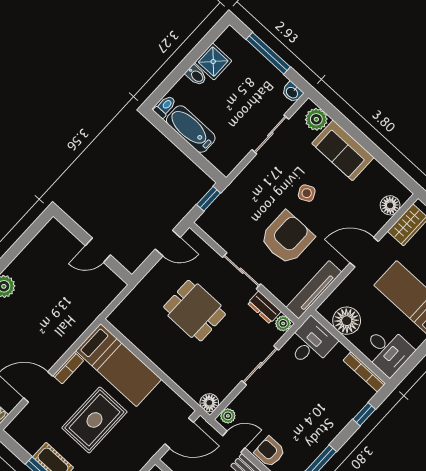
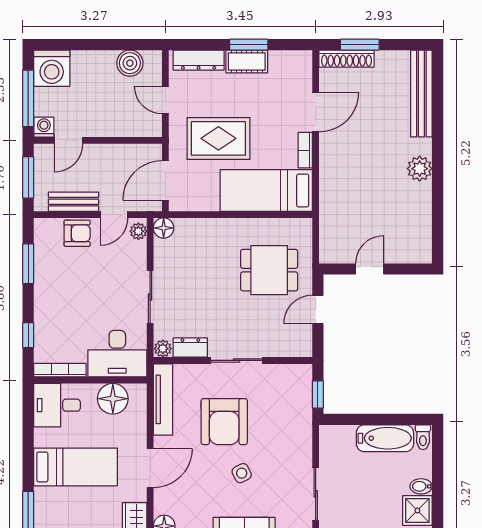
door: (168, 243) -> (318, 309), moved
dining table: (195, 311) -> (269, 270), moved
desk: (311, 343) -> (117, 354), width x1.37
rug: (94, 420) -> (218, 138), moved, turned 90

